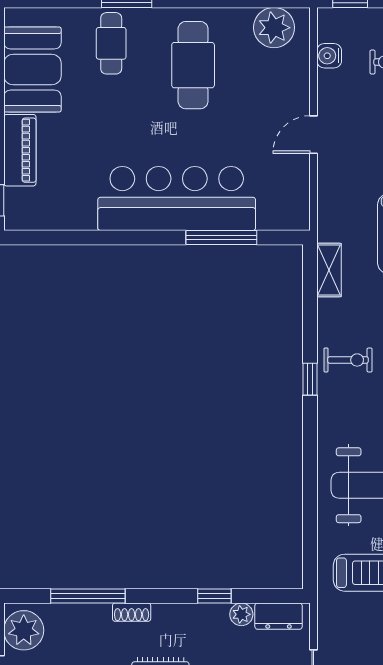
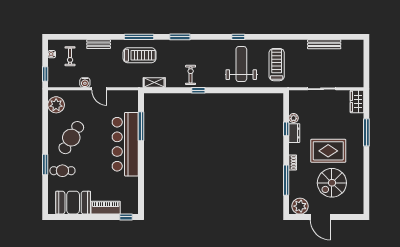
water cooler: (329, 56) -> (85, 83), moved
cafe table: (193, 65) -> (71, 138), turned -59
dresser: (279, 616) -> (294, 133), moved

